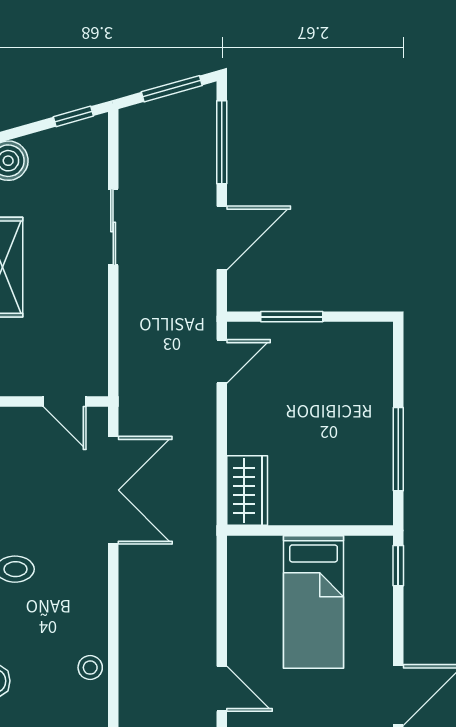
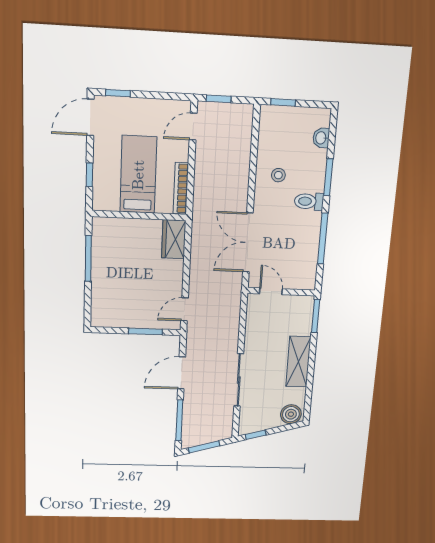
sliding door: (113, 227) -> (239, 380), width x1.37
window: (398, 566) -> (89, 175), moved
bookcase: (238, 582) -> (181, 188), added
stool: (90, 668) -> (278, 175), moved
door: (222, 689) -> (193, 127), hinge flipped

